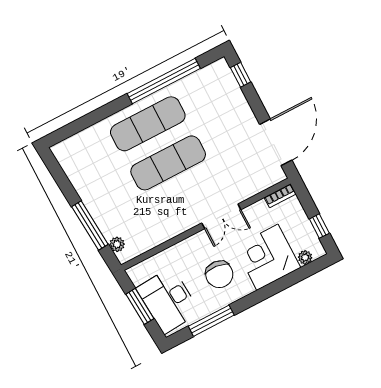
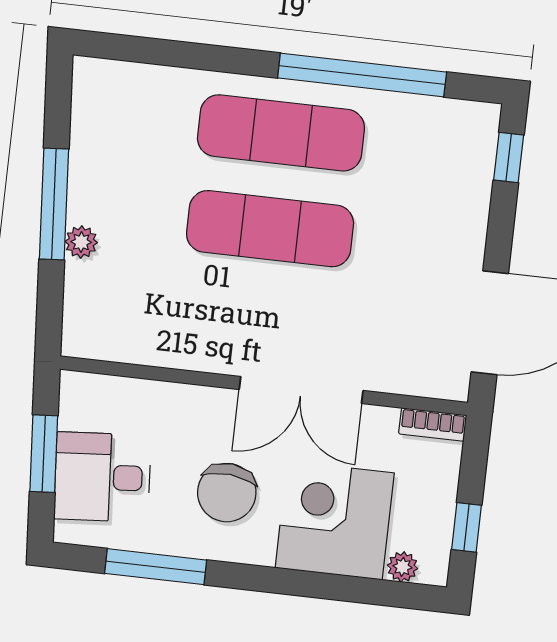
double door: (221, 216) -> (301, 390), width x1.37
window: (90, 225) -> (54, 204), moved
plant: (117, 244) -> (81, 242), moved
desk: (168, 300) -> (102, 477), width x0.73

